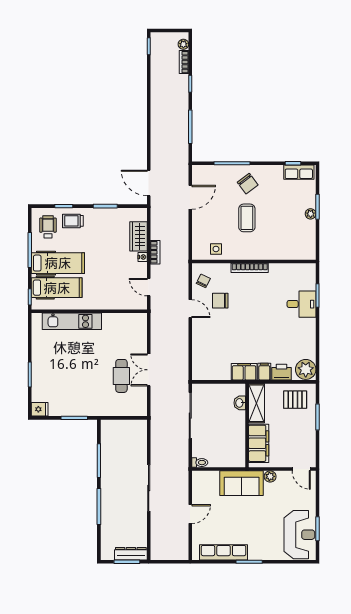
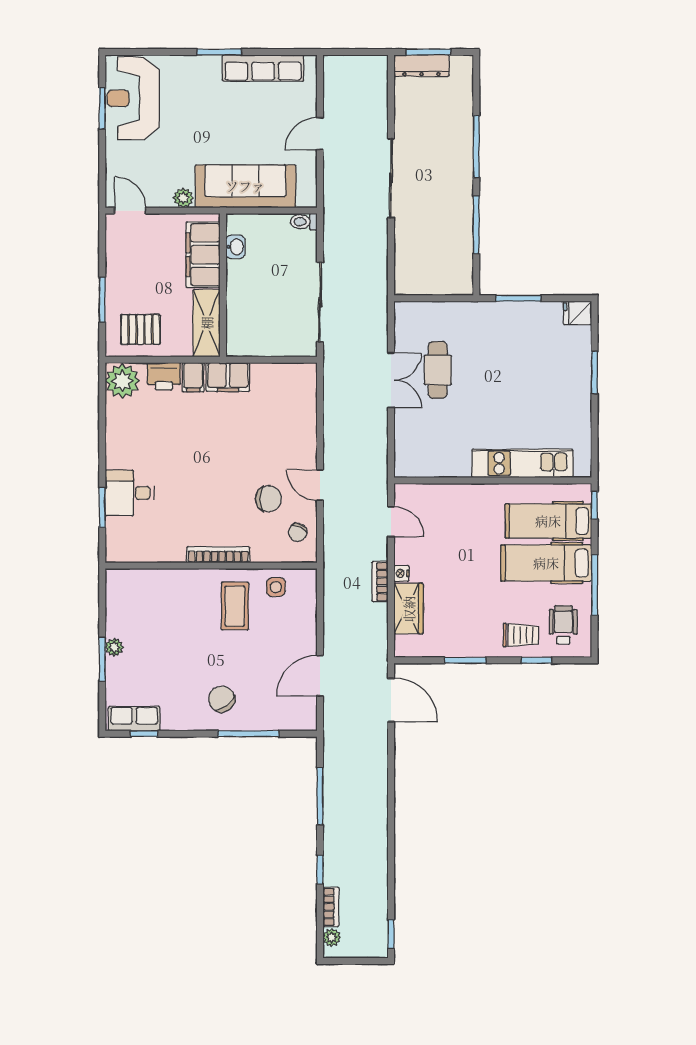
coffee table: (247, 218) -> (235, 606), moved
wheelchair: (48, 227) -> (563, 625), turned 180
washbasin: (240, 403) -> (235, 247), moved
sofa: (242, 483) -> (245, 186), width x1.36

